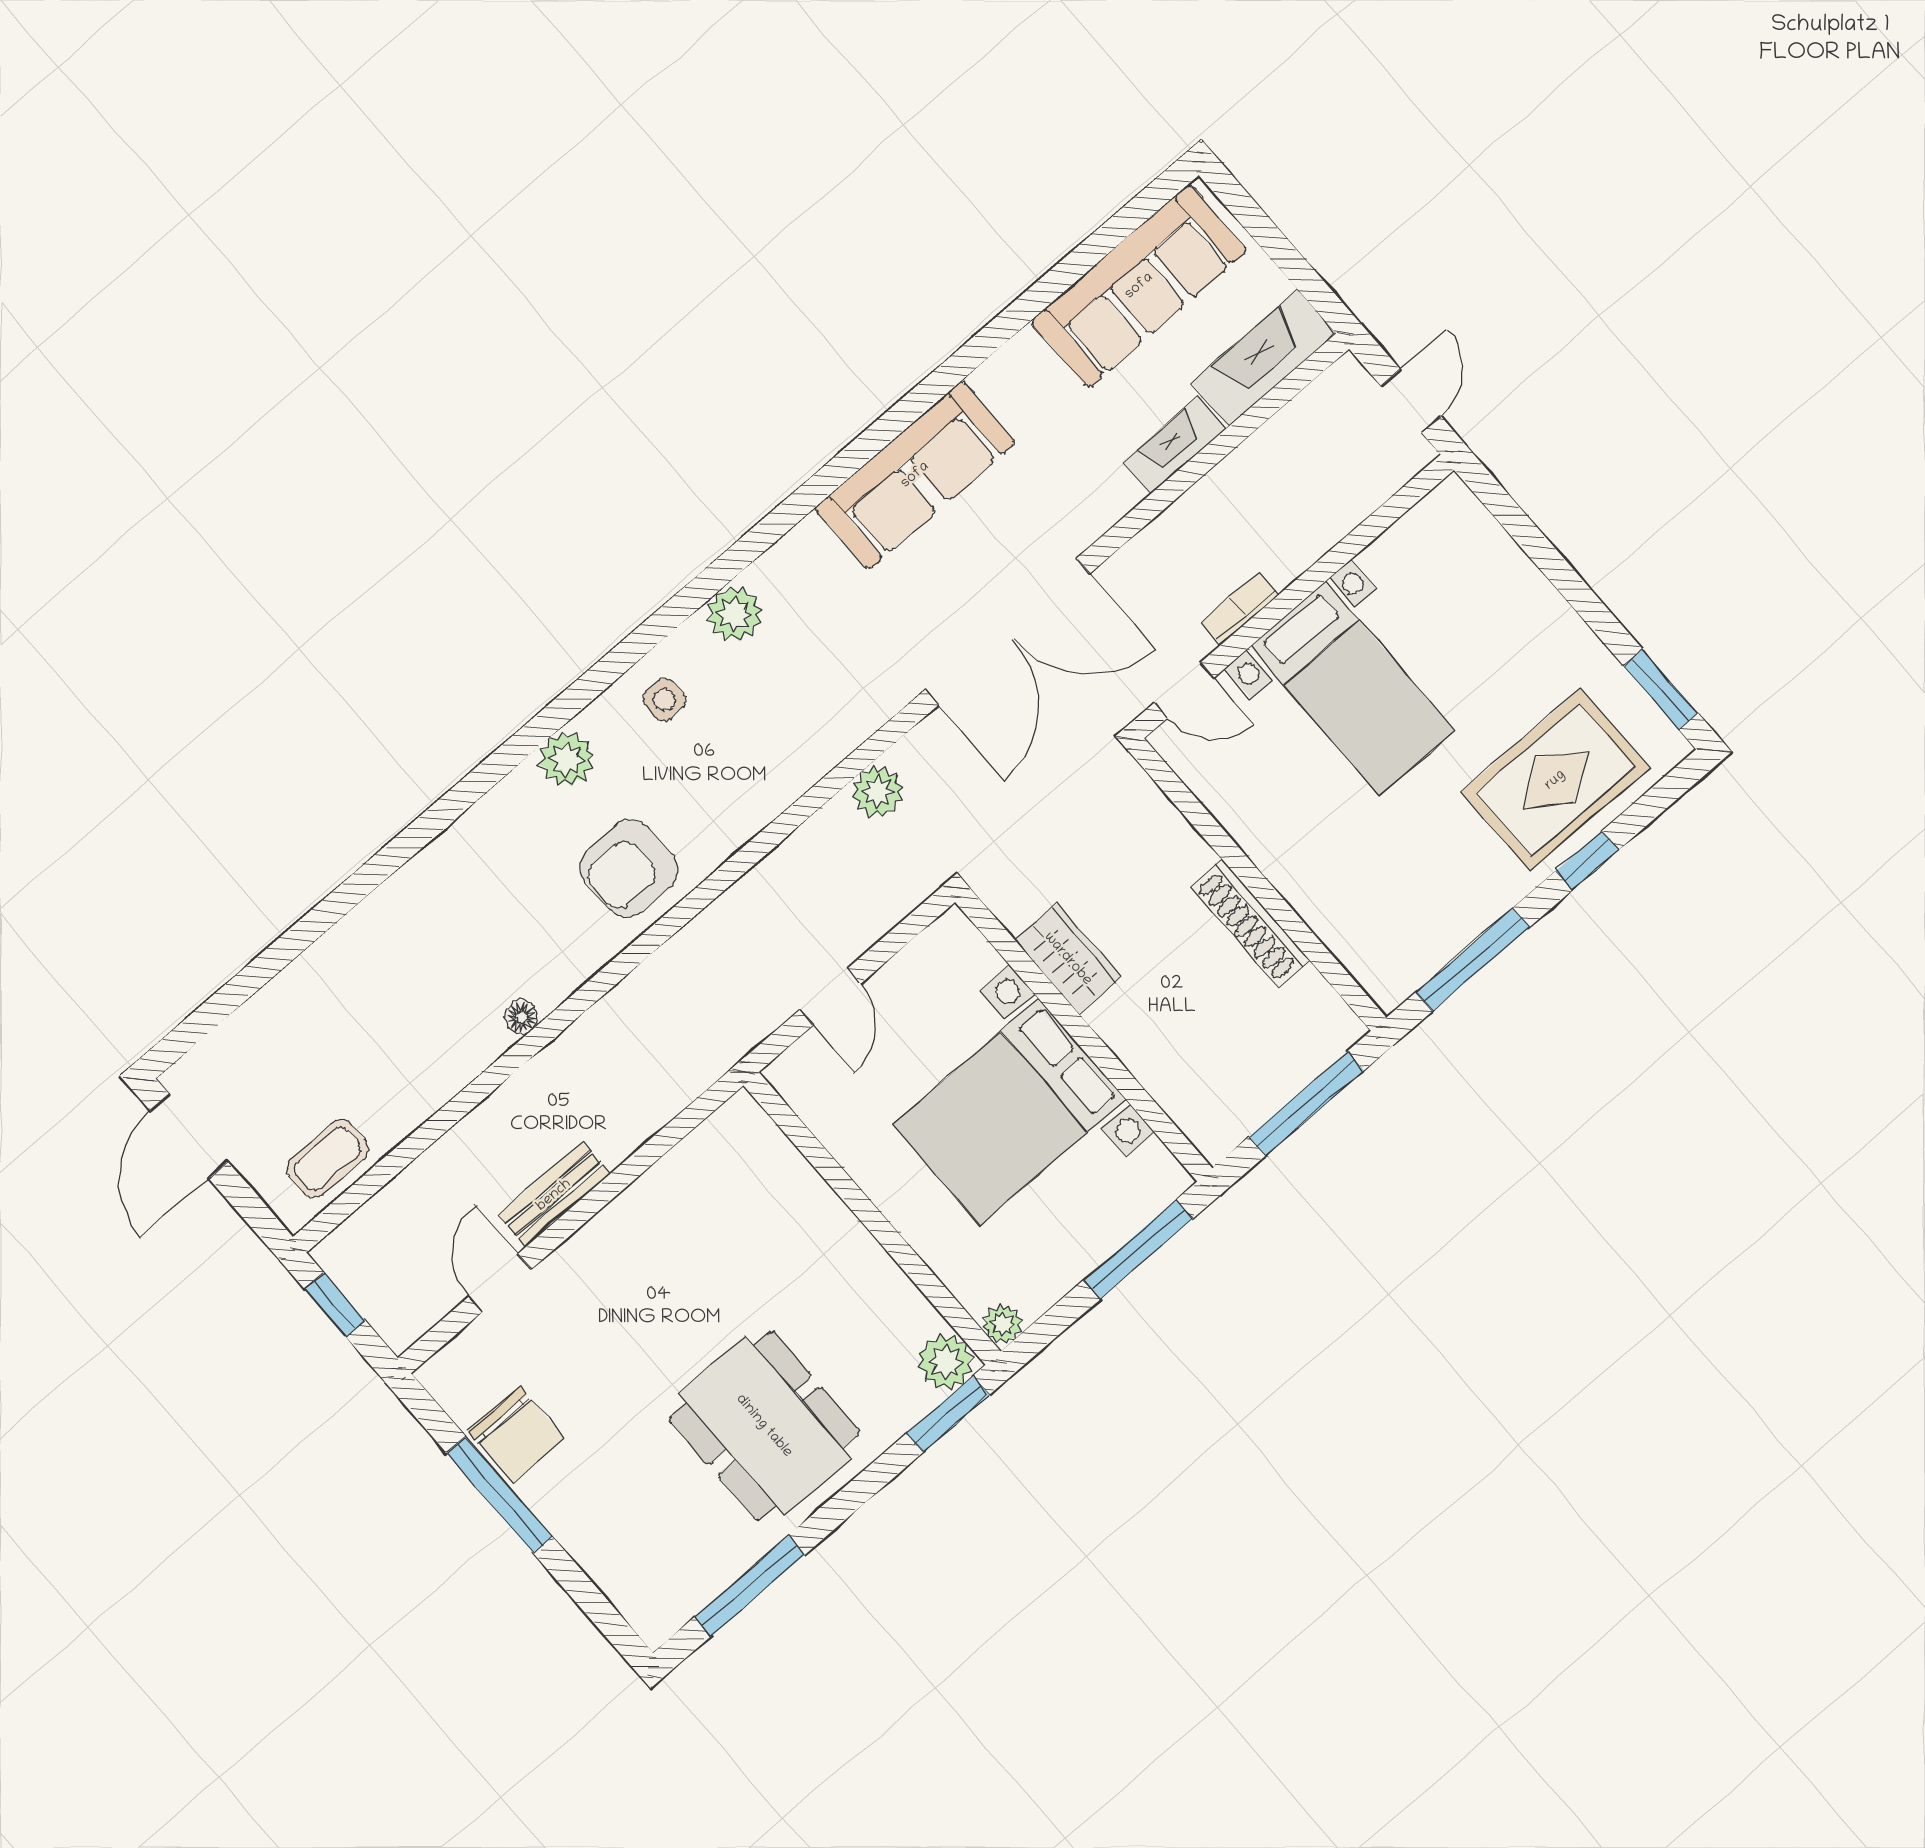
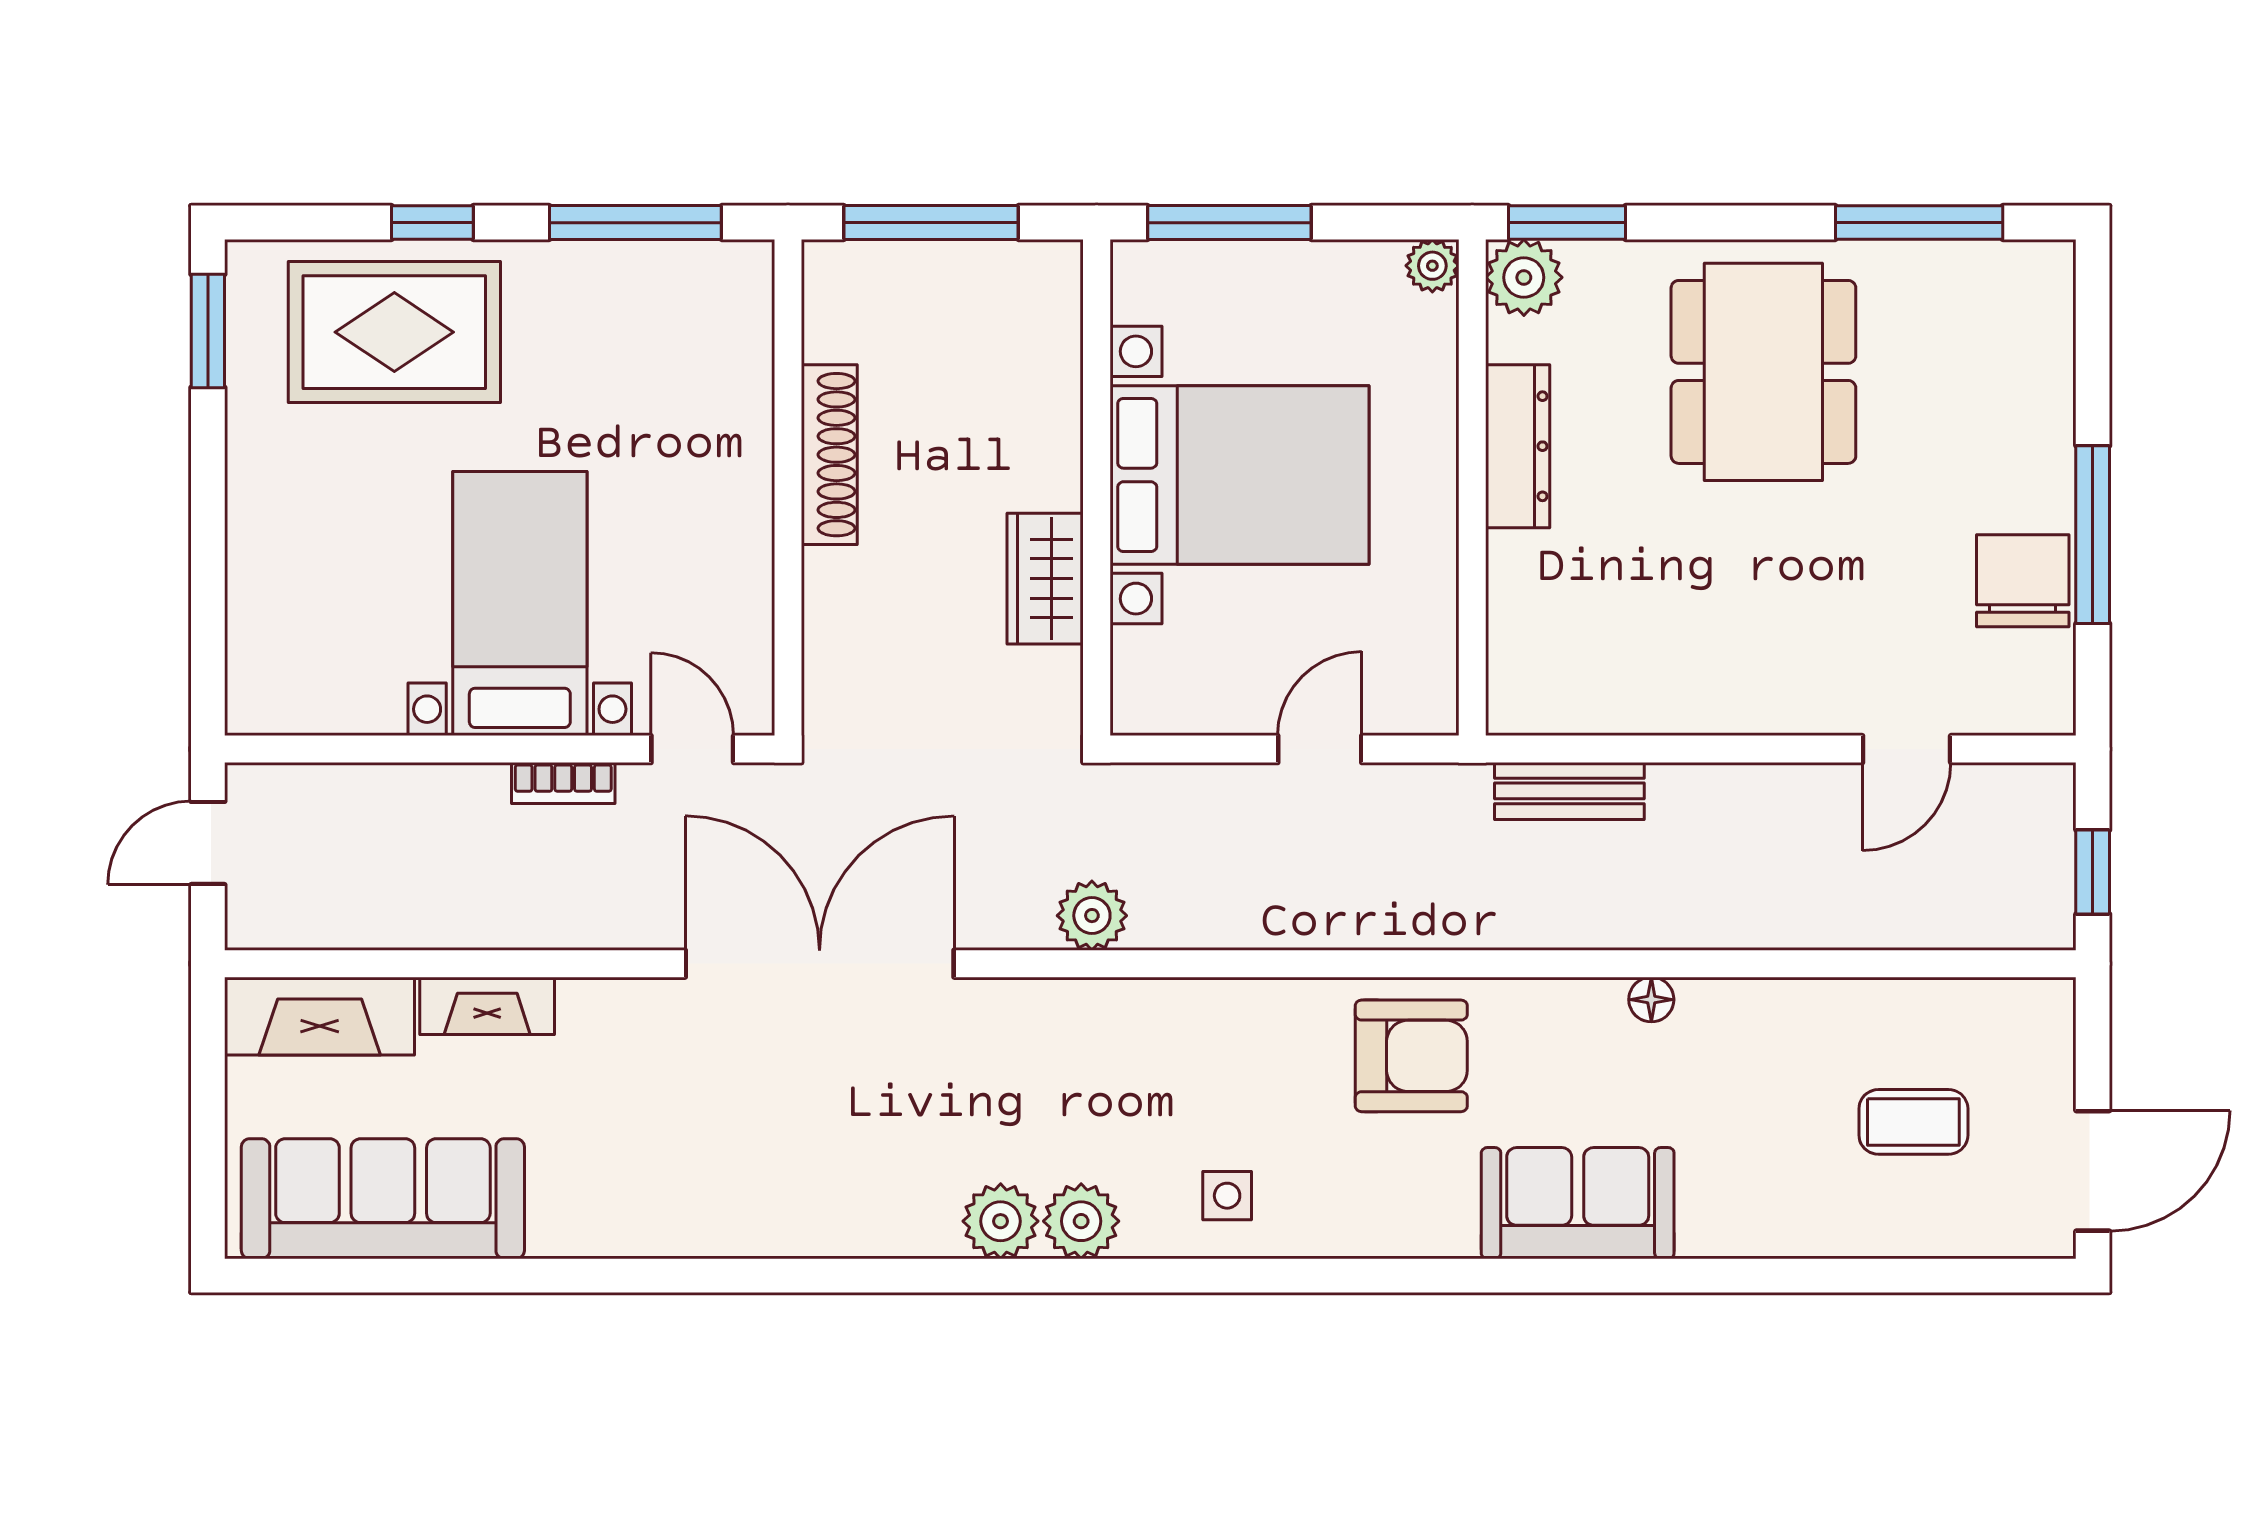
sofa: (915, 475) -> (1578, 1203), moved, width x0.73
plant: (567, 759) -> (1001, 1221), moved
coffee table: (327, 1159) -> (1913, 1122), moved
bench: (554, 1195) -> (1569, 791), moved
dresser: (867, 1264) -> (1518, 446), added

